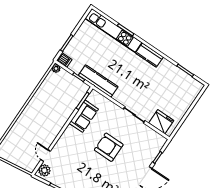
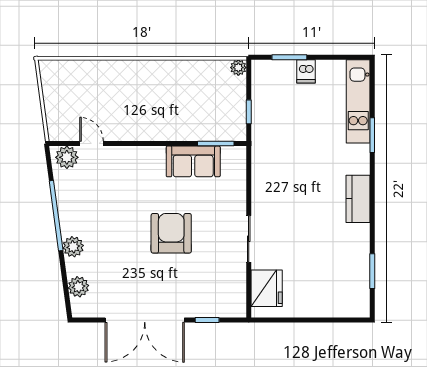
kitchen unit: (113, 30) -> (358, 101), width x0.73
dishwasher: (64, 60) -> (306, 71), moved
kitchen counter: (98, 81) -> (263, 147), removed
door: (46, 155) -> (91, 143), hinge flipped

